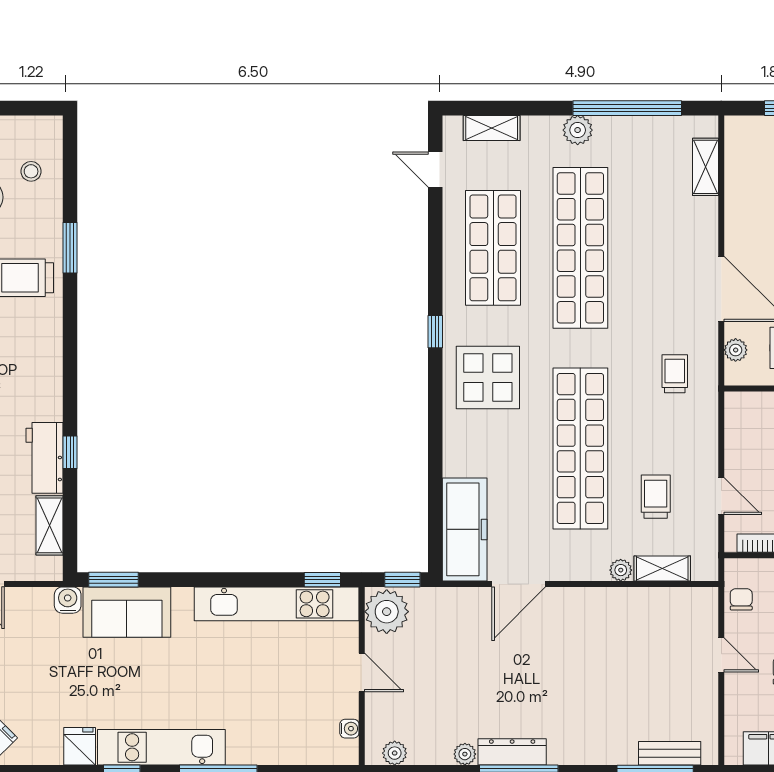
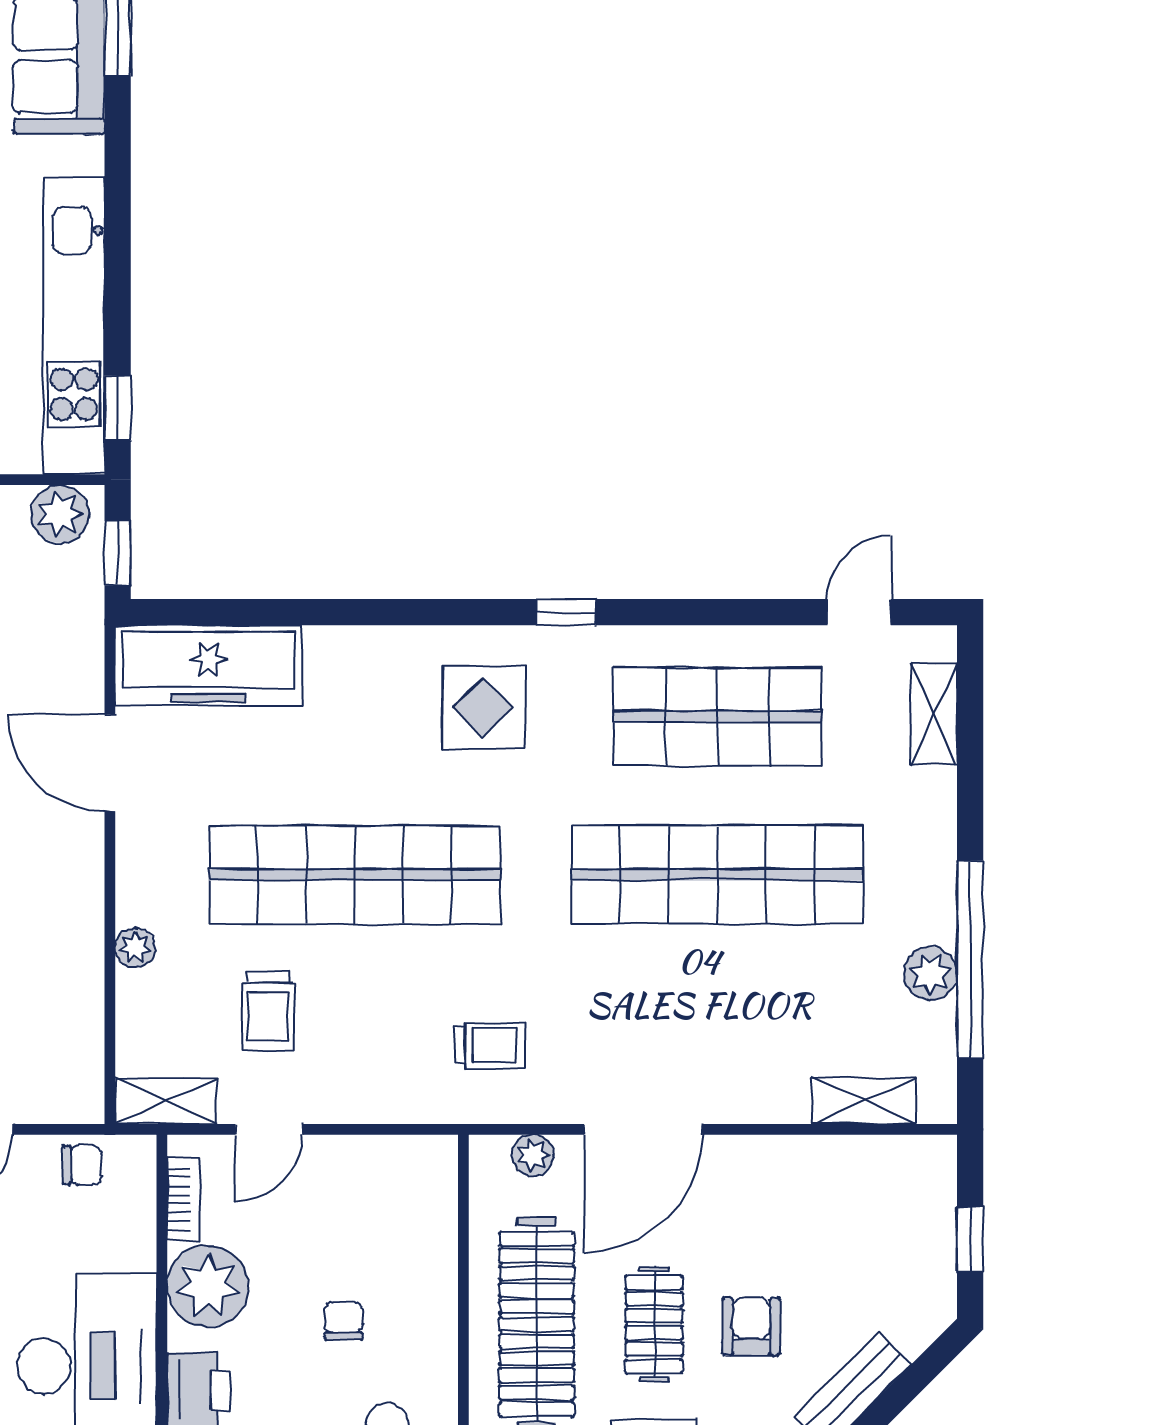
plant: (578, 130) -> (930, 974), moved
display table: (488, 377) -> (483, 707), width x0.73, depth x0.73
trolley: (656, 497) -> (268, 1011), turned 90
shelving: (662, 568) -> (166, 1101), moved, turned 90
plant: (387, 612) -> (60, 514), width x0.73, depth x0.73

